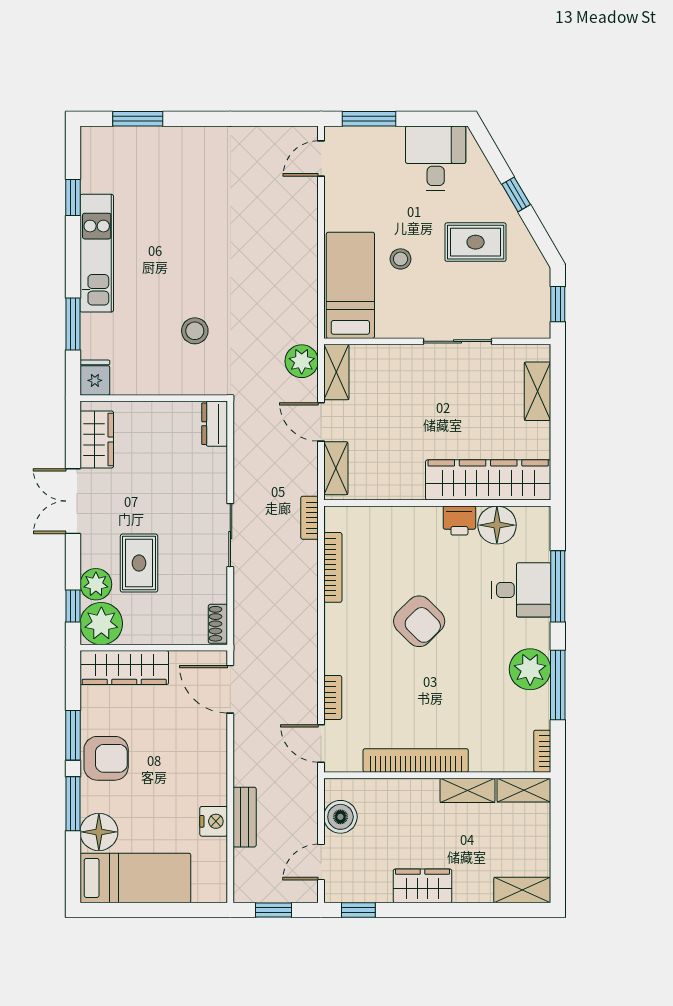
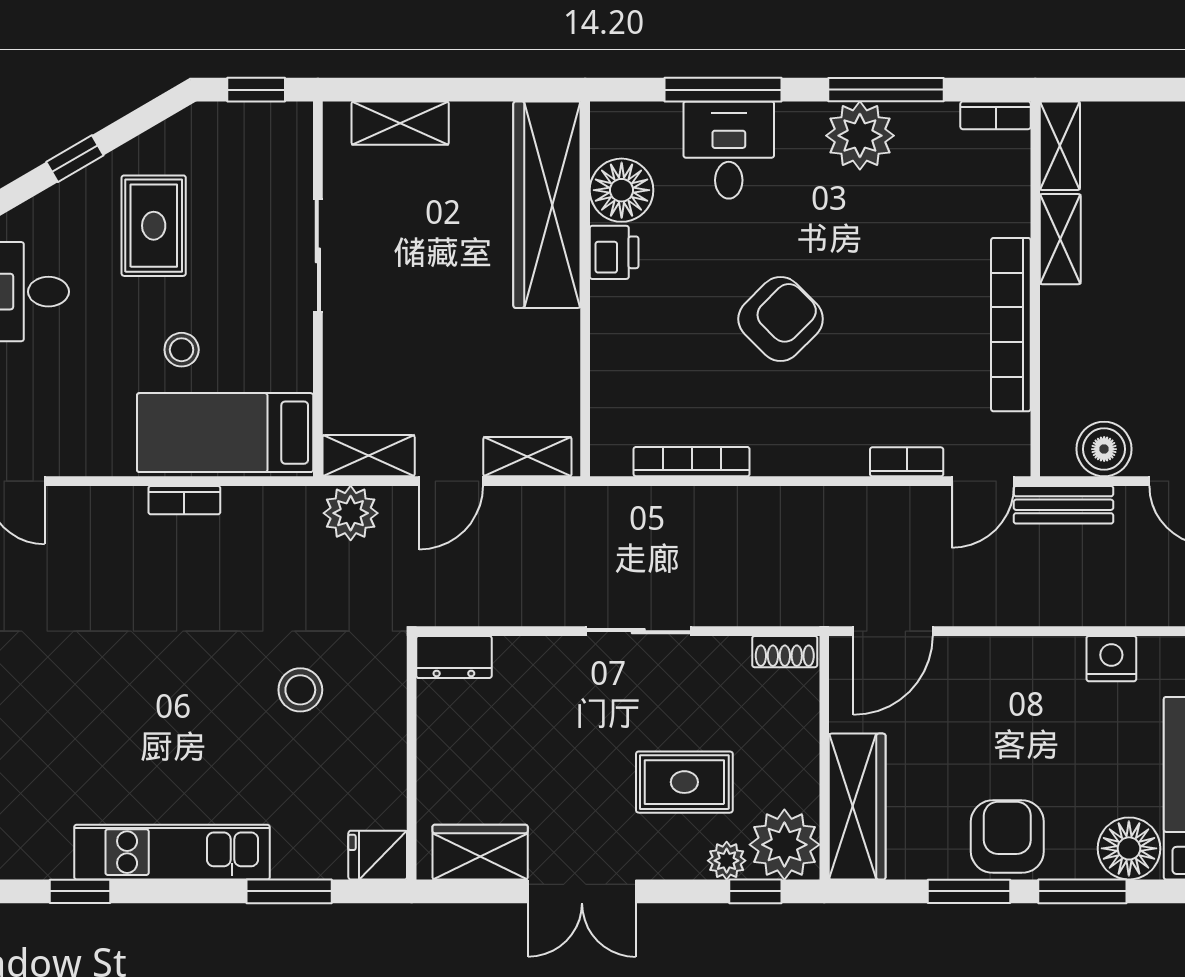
bookcase: (310, 518) -> (184, 500), moved
plant: (96, 584) -> (727, 861), width x0.73, depth x0.73
bench: (245, 817) -> (1064, 505), moved

